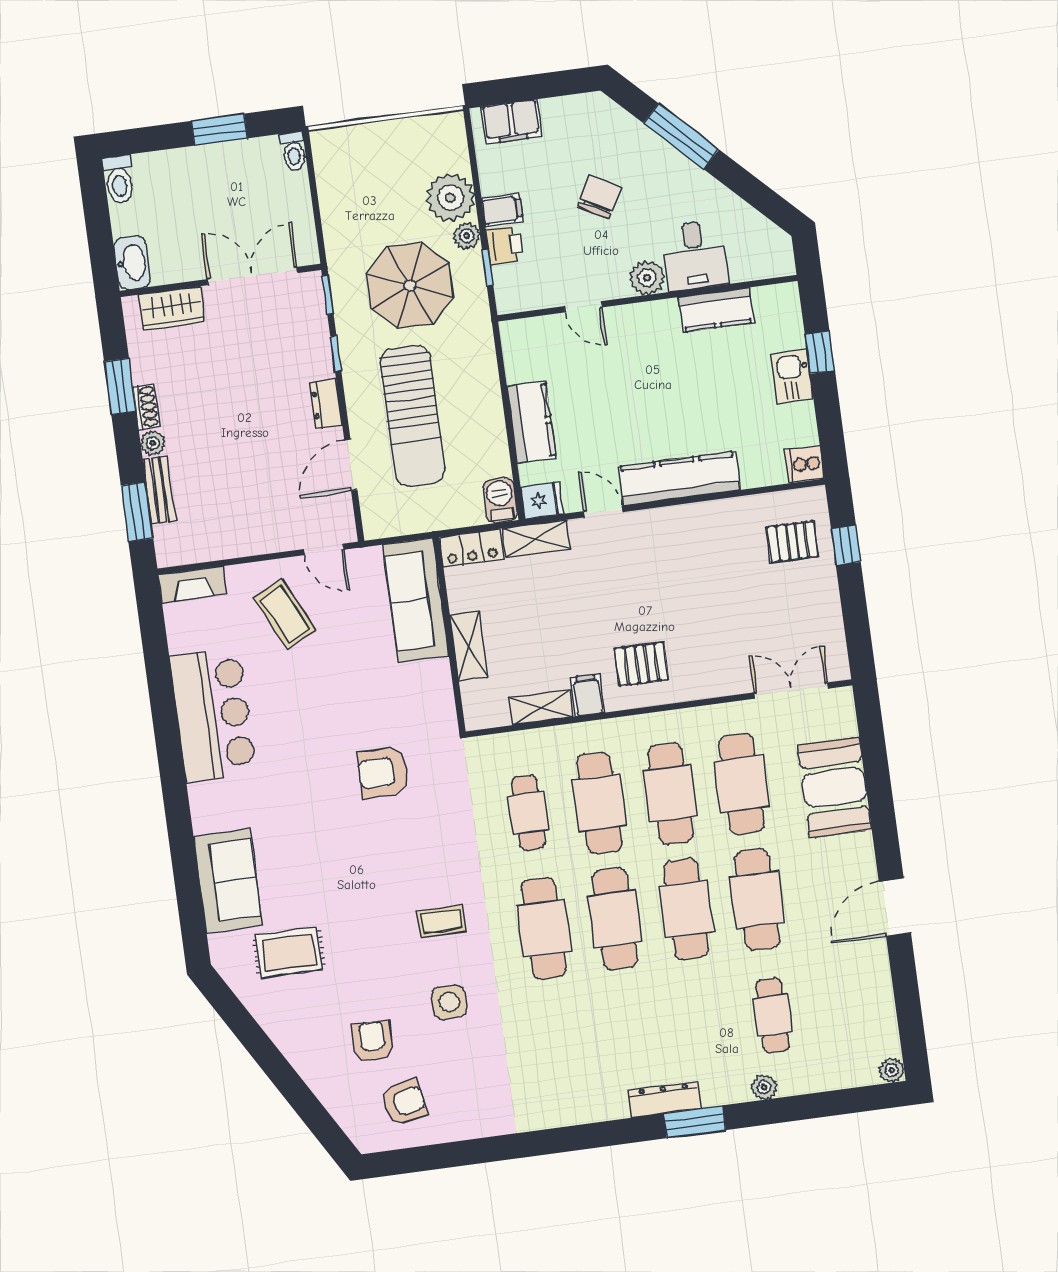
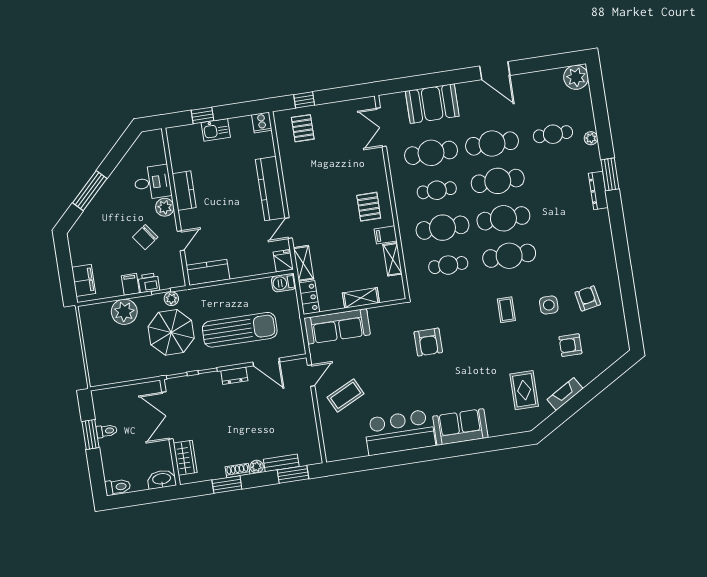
toilet: (294, 151) -> (107, 431), moved
chair: (599, 197) -> (145, 237), moved, turned -65
plant: (467, 236) -> (171, 299), moved
kitchen counter: (716, 310) -> (184, 191), moved
kitchen counter: (531, 422) -> (208, 272), moved
fireplace: (193, 584) -> (565, 394), moved, turned -121
cafe table: (670, 793) -> (437, 190), width x0.73, depth x0.74
sofa: (228, 881) -> (460, 427), moved
plant: (892, 1070) -> (576, 77), width x1.88, depth x1.88
armchair: (404, 1103) -> (588, 298), moved

